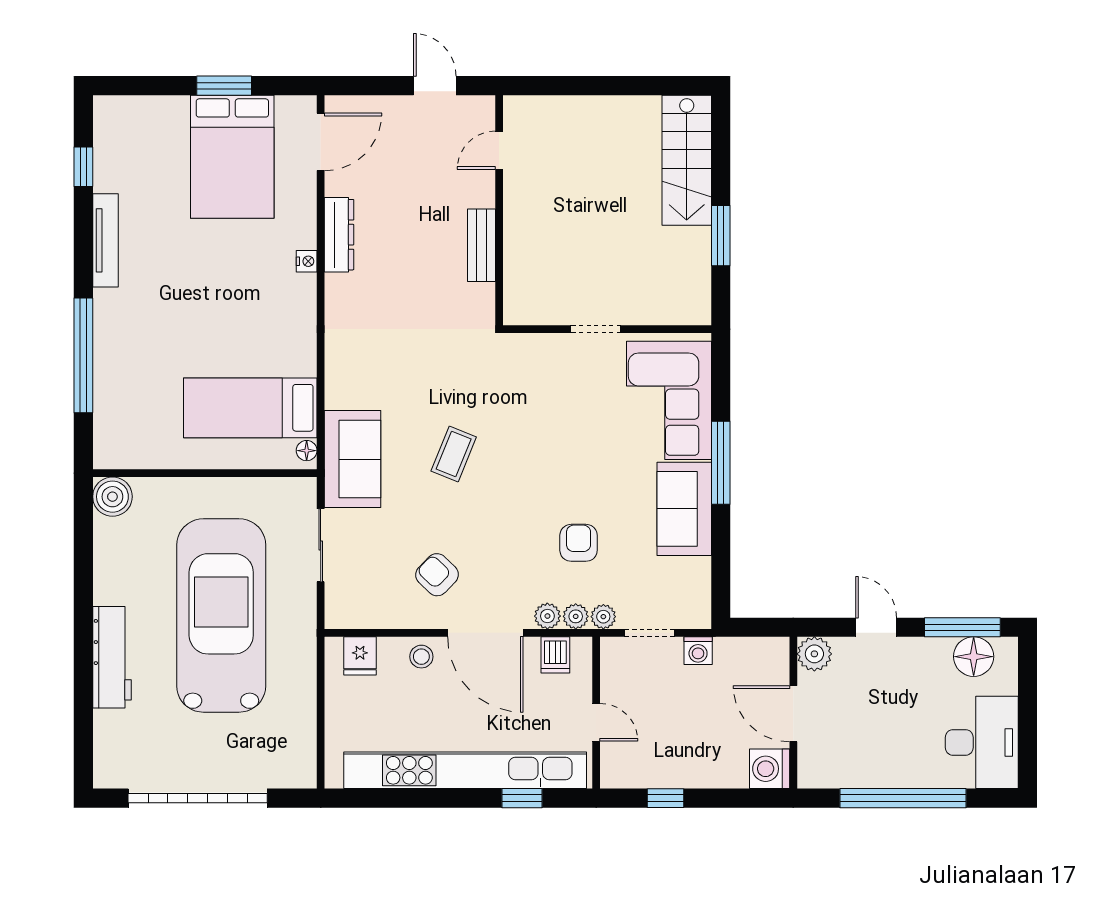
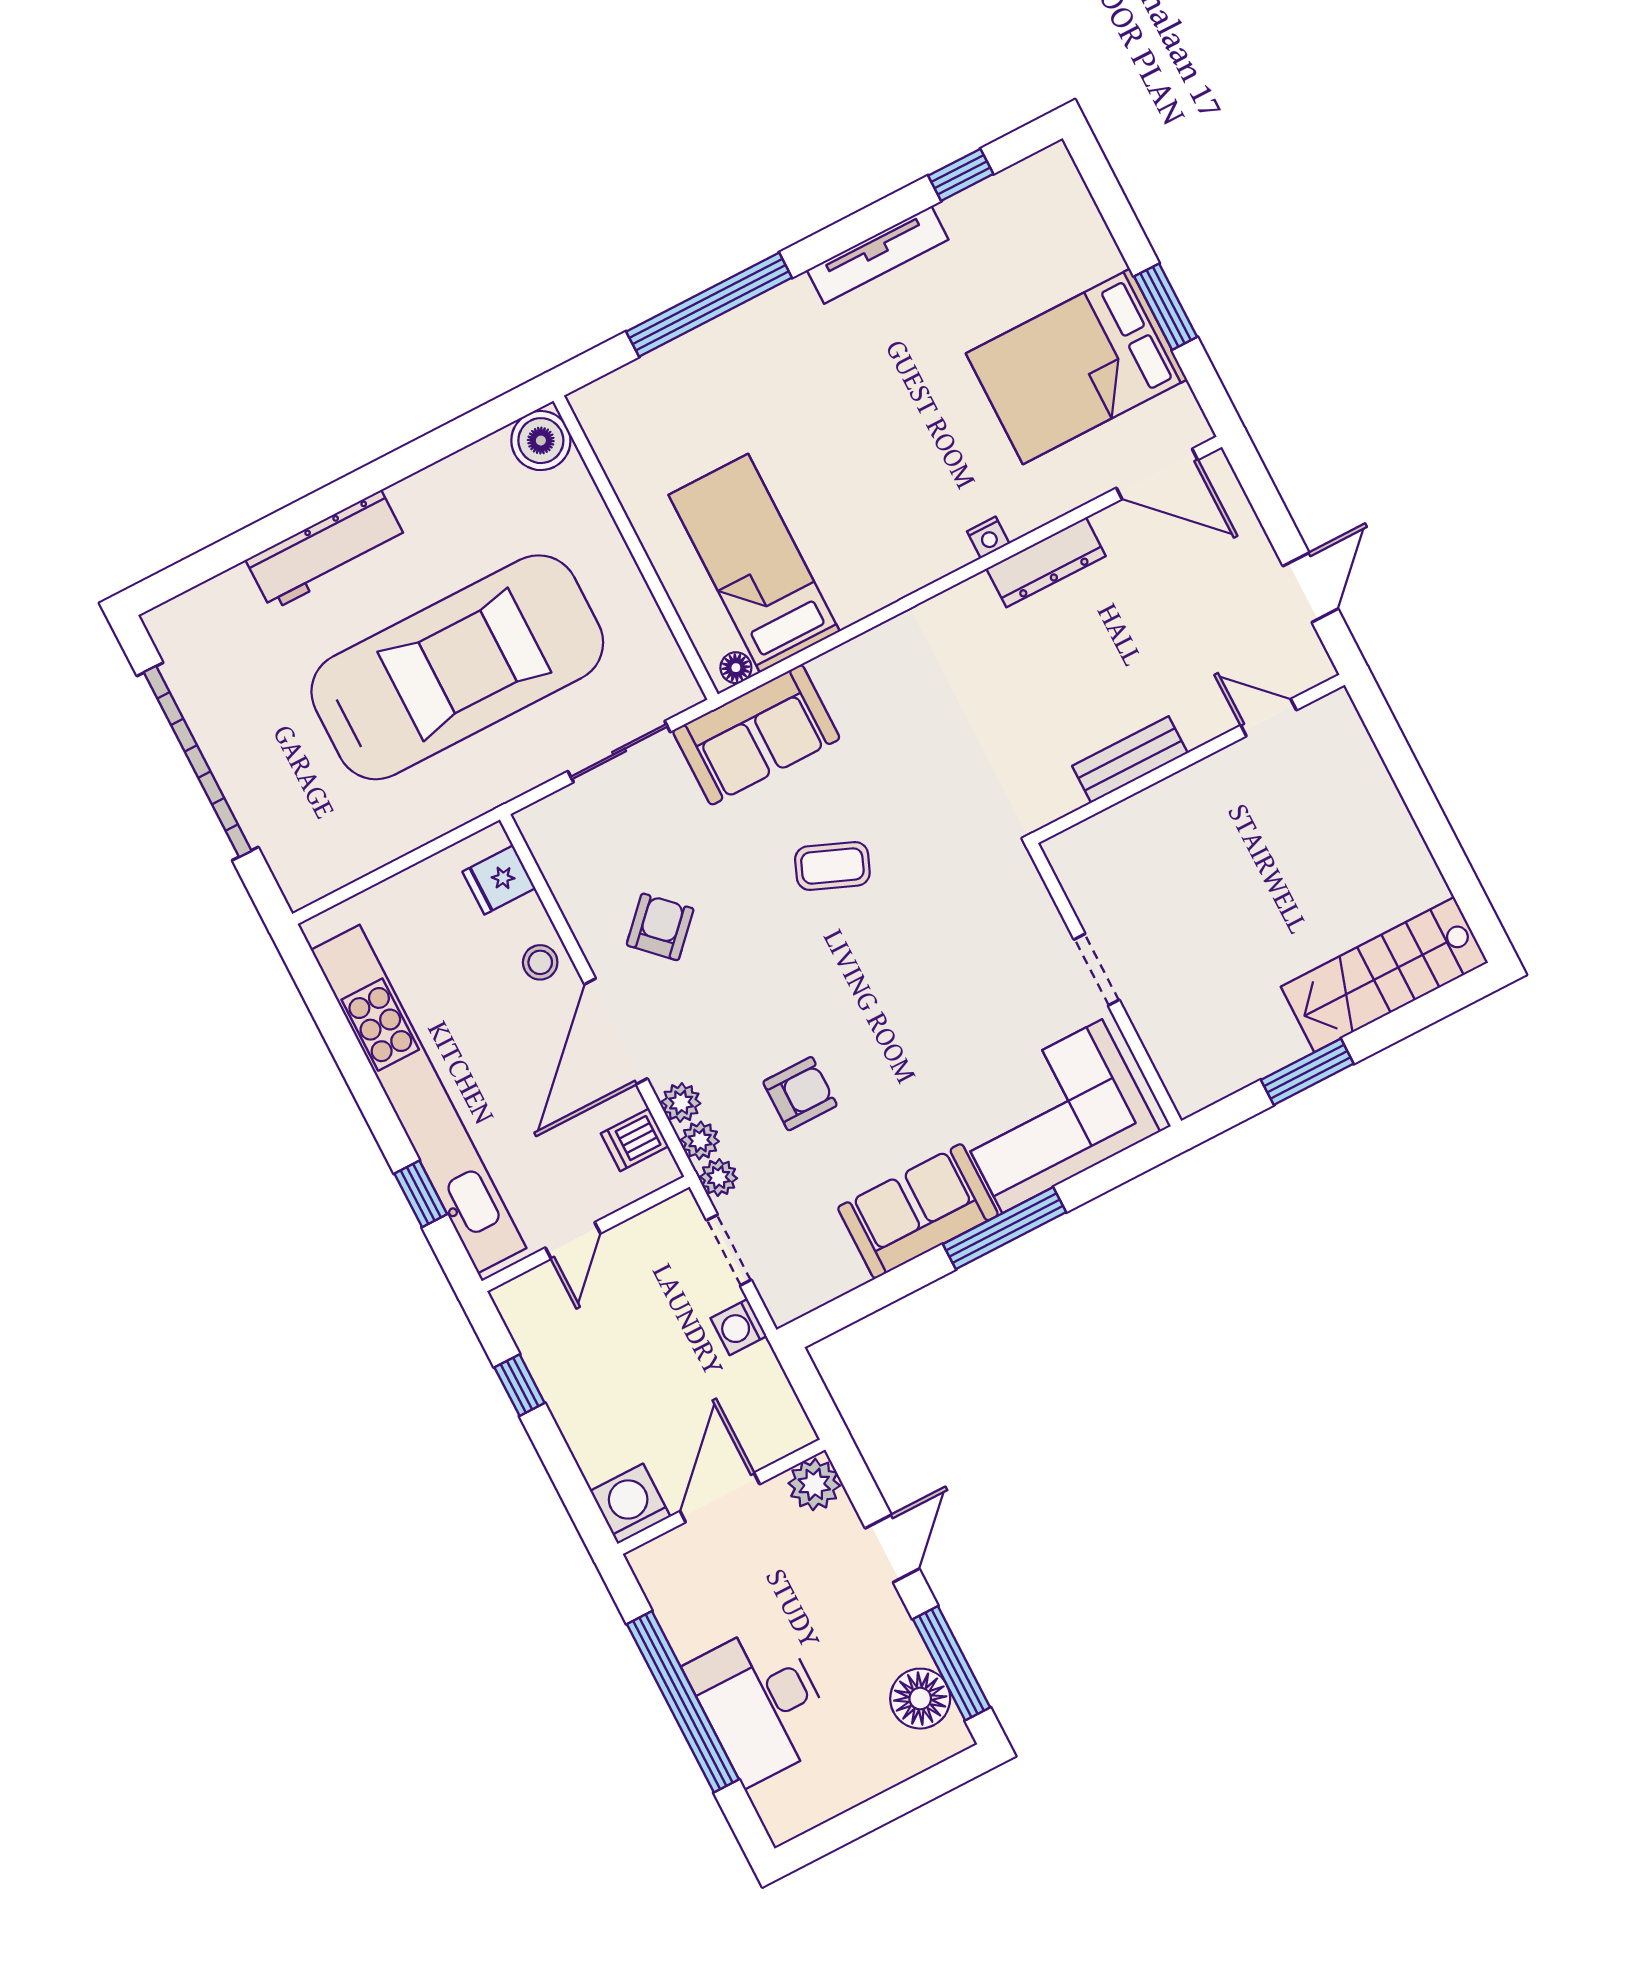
desk: (982, 742) -> (761, 1703), moved, turned 90

